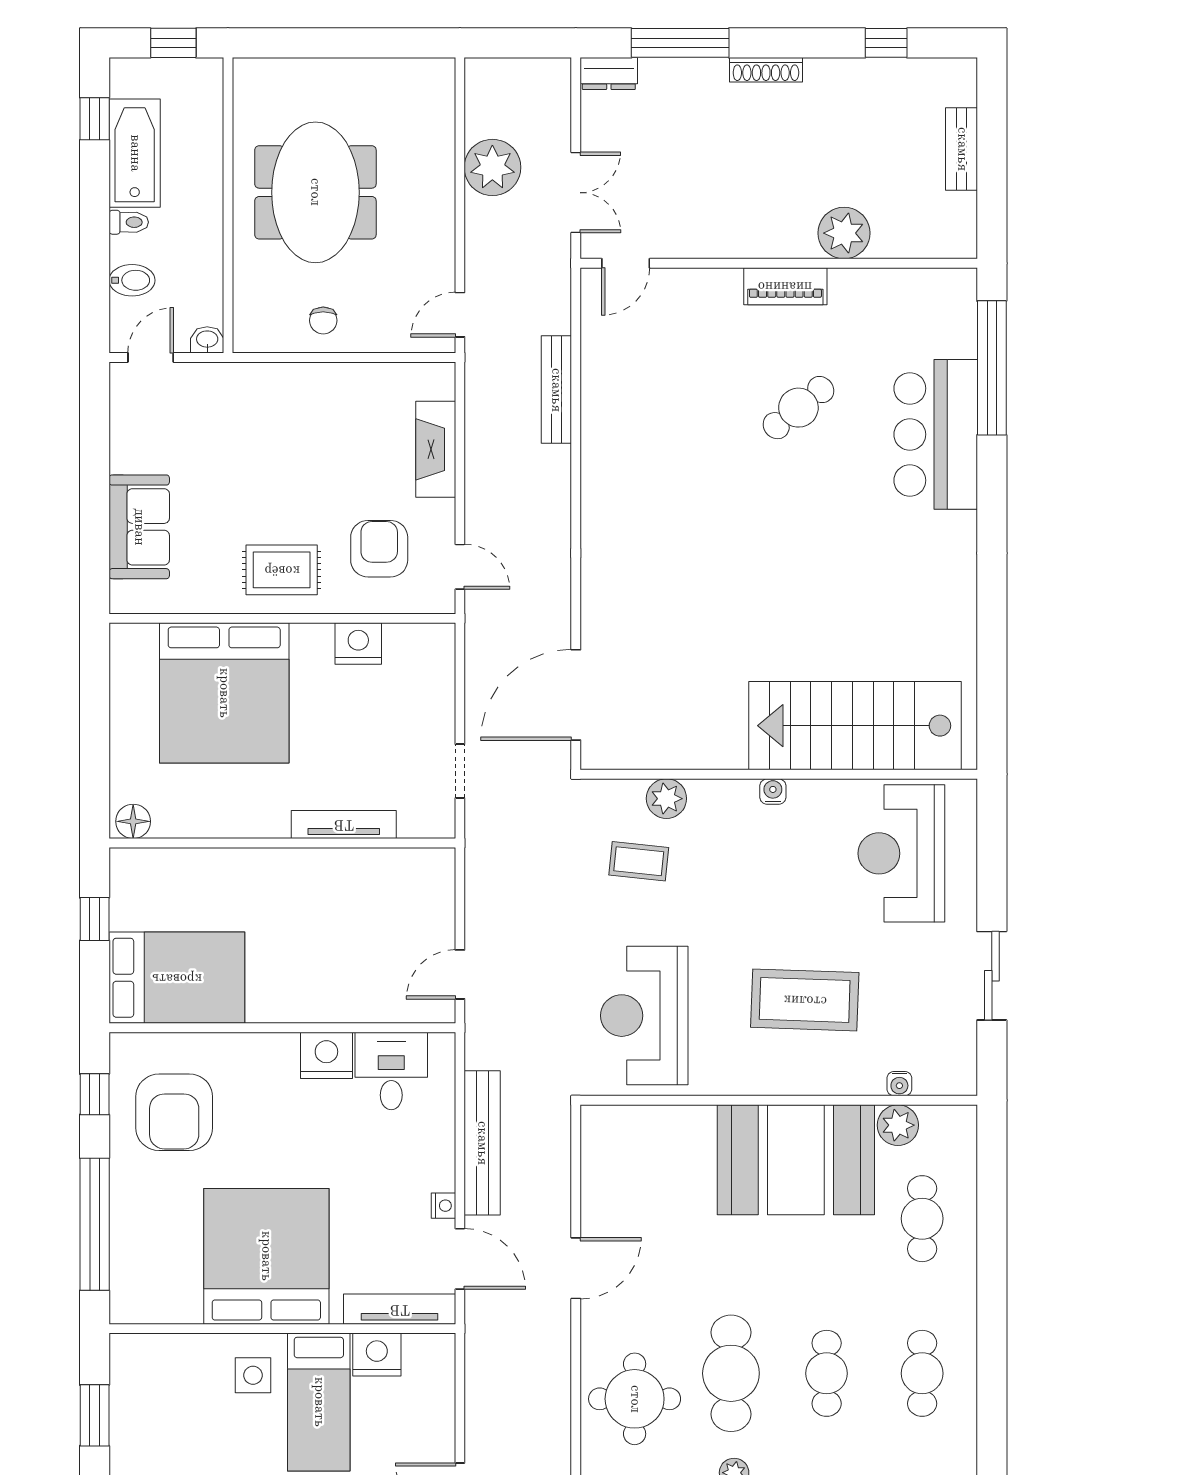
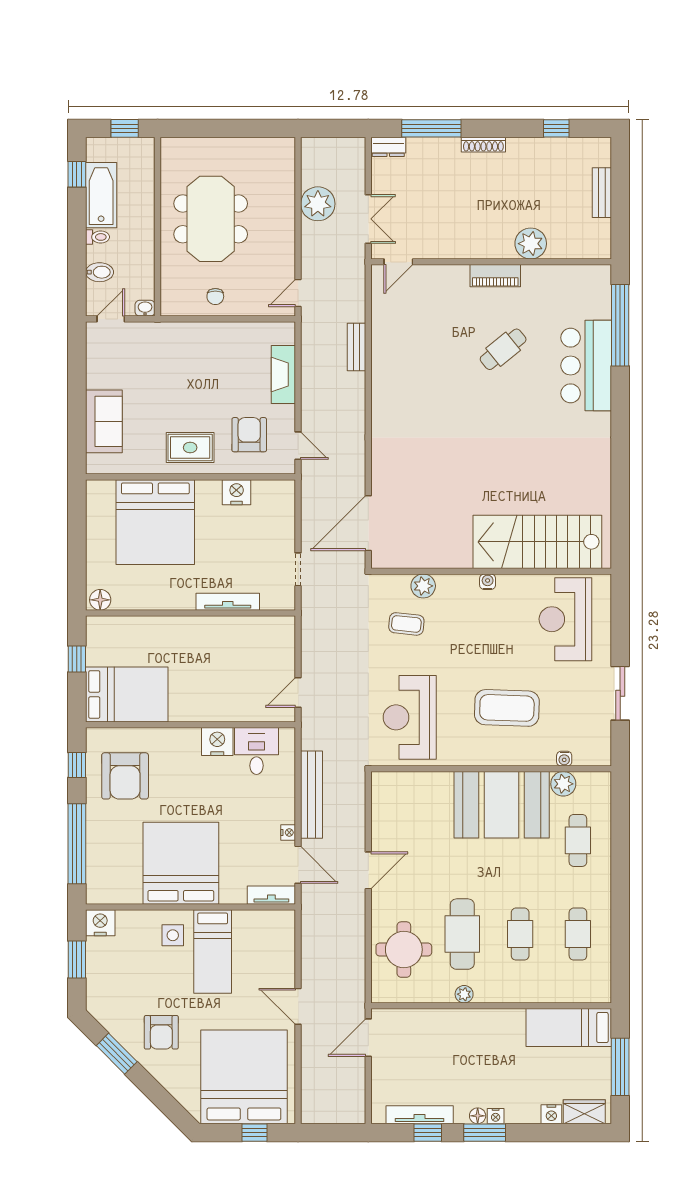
bench: (556, 390) -> (357, 347), width x0.73
tv unit: (400, 1309) -> (271, 895), width x0.71
nightstand: (377, 1355) -> (100, 923), moved

